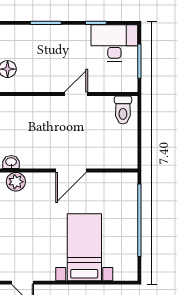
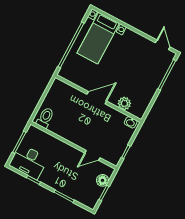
door: (76, 94) -> (92, 155), moved
plant: (16, 182) -> (124, 103), moved
bed with nightstands: (84, 247) -> (98, 38), moved

